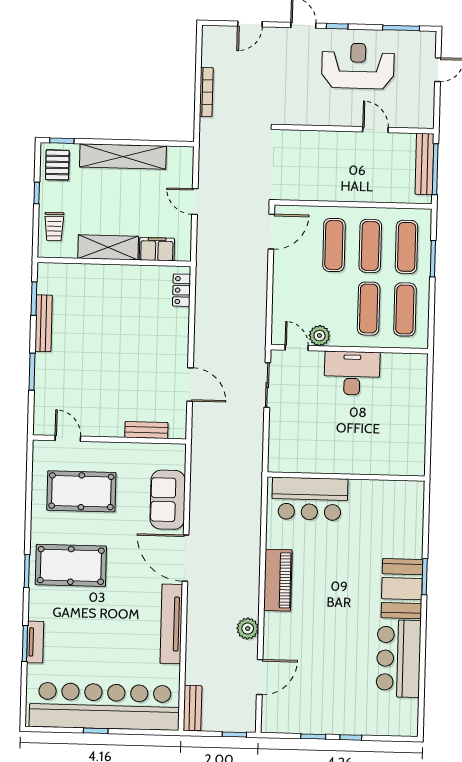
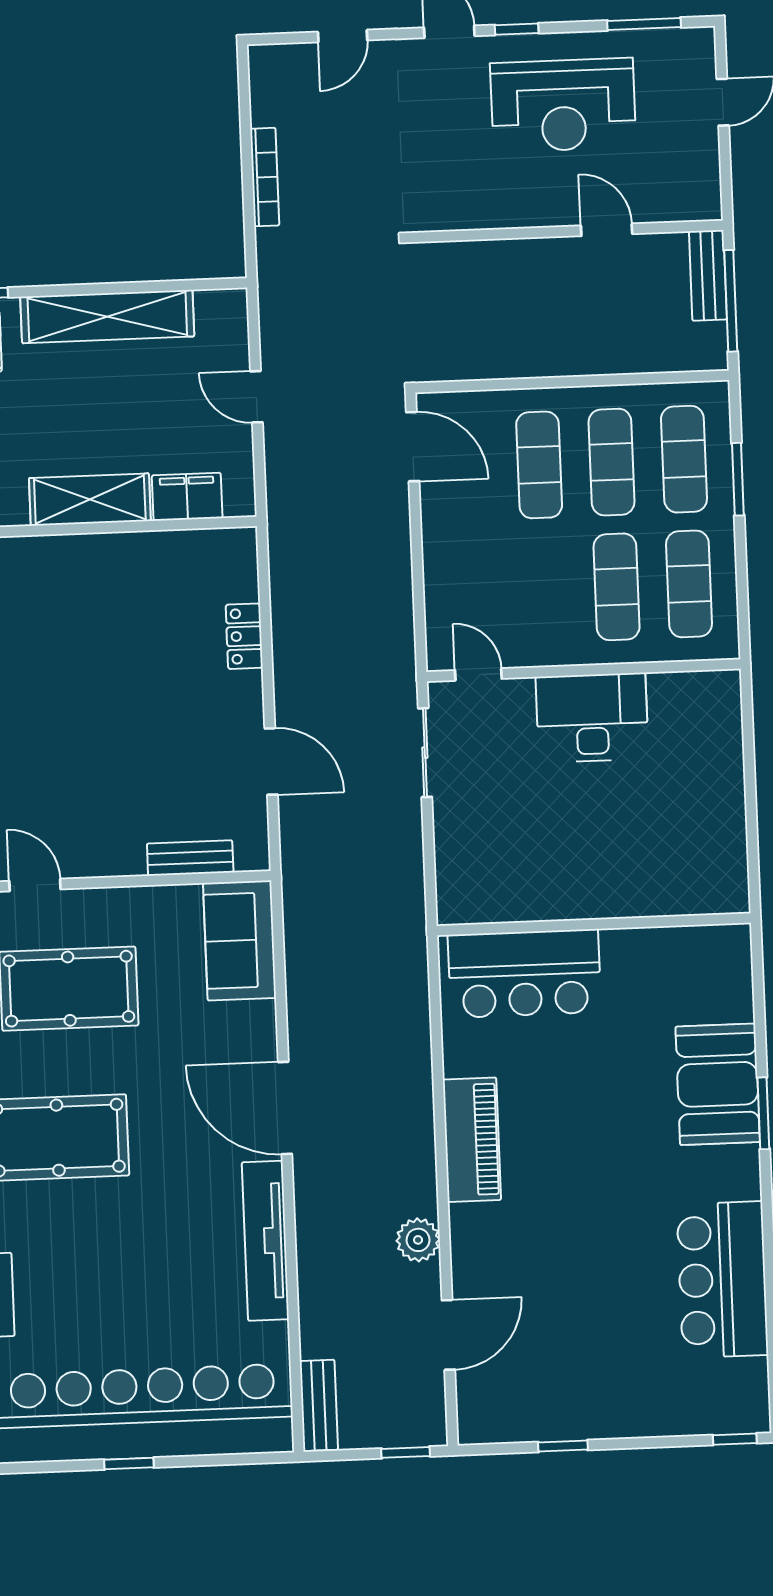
reception desk: (358, 66) -> (563, 105), turned 180
bench: (424, 164) -> (708, 275), width x0.73
door: (271, 232) -> (413, 447), hinge flipped
locker: (182, 290) -> (244, 636), moved
plant: (319, 336) -> (522, 647), removed
sofa: (168, 500) -> (240, 941), moved
booth: (402, 589) -> (718, 1084), moved
window: (351, 737) -> (735, 1439), moved

